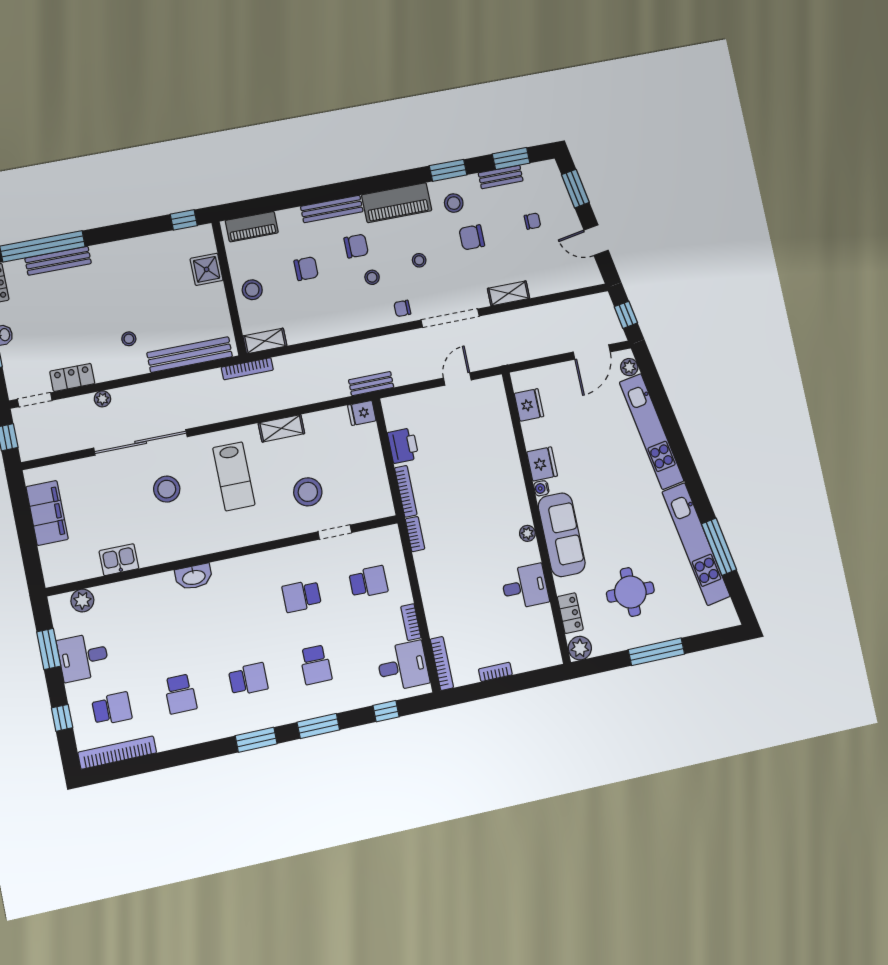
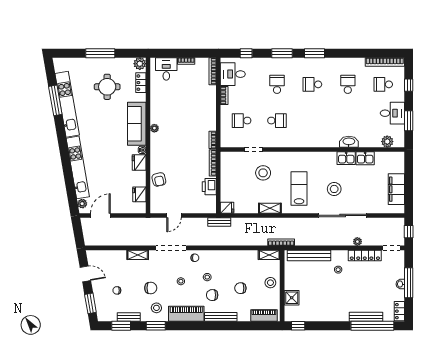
window: (626, 315) -> (78, 231), removed
locker: (72, 377) -> (365, 255), width x1.53
armchair: (499, 440) -> (159, 179), added
kitchen sink: (155, 552) -> (346, 158), added
washbasin: (194, 577) -> (349, 142), moved
desk: (525, 587) -> (166, 69), moved, turned 90

